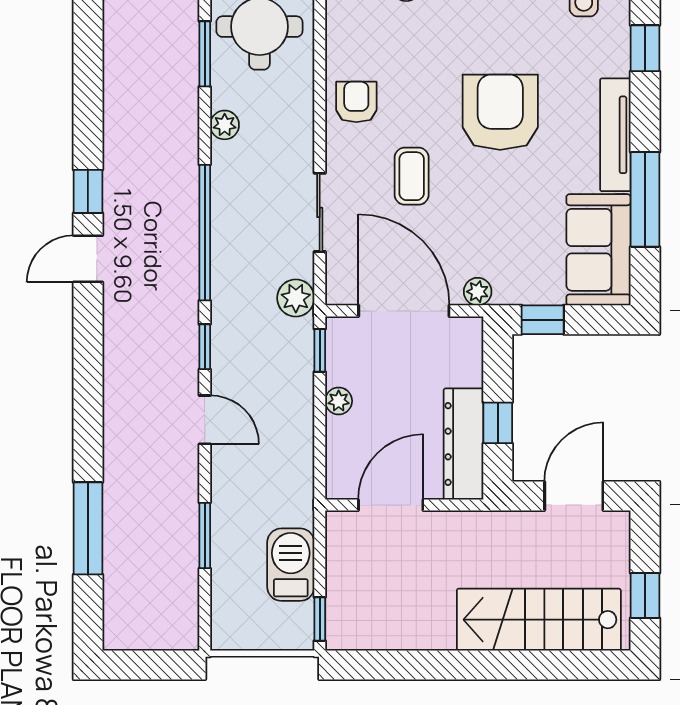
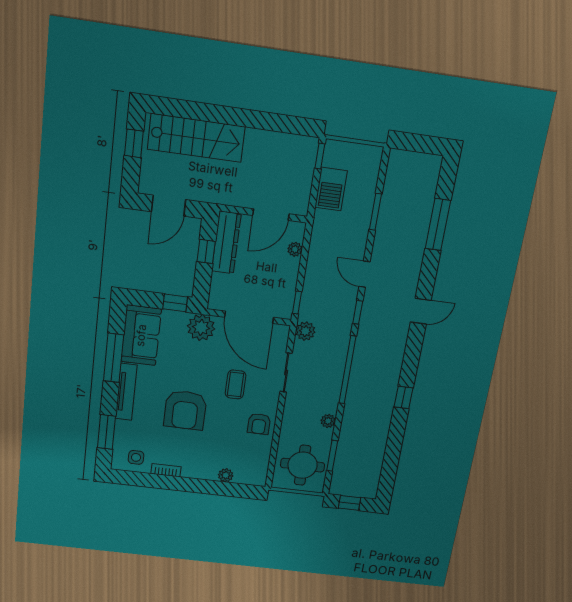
window: (645, 48) -> (106, 432), width x1.50
door: (88, 259) -> (421, 311), moved
plant: (478, 292) -> (201, 327), width x1.88, depth x1.88
plant: (339, 401) -> (295, 249), moved

